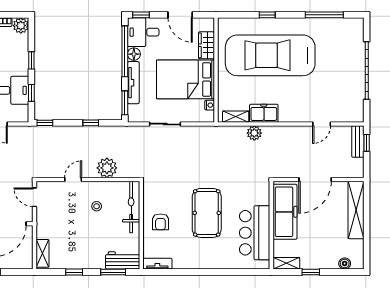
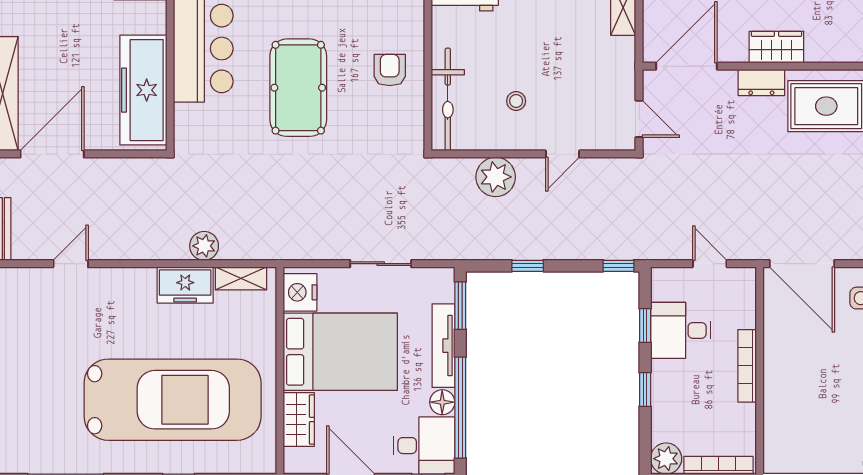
nightstand: (210, 105) -> (300, 292), width x1.89, depth x1.79
door: (315, 179) -> (52, 154), moved

